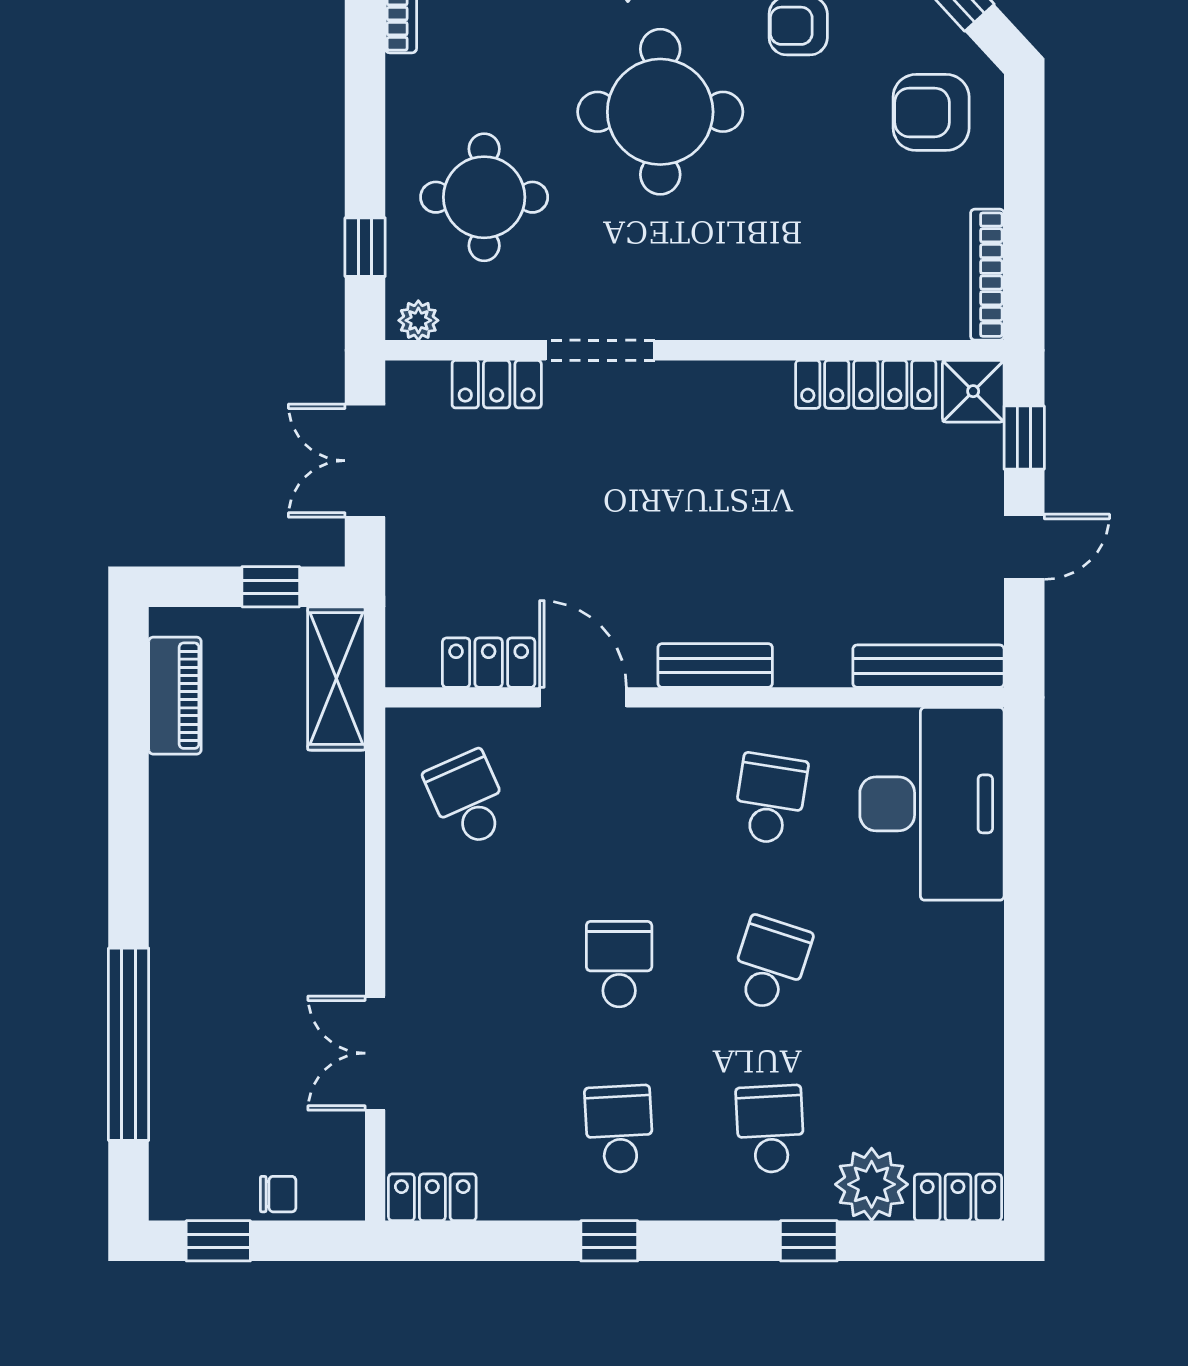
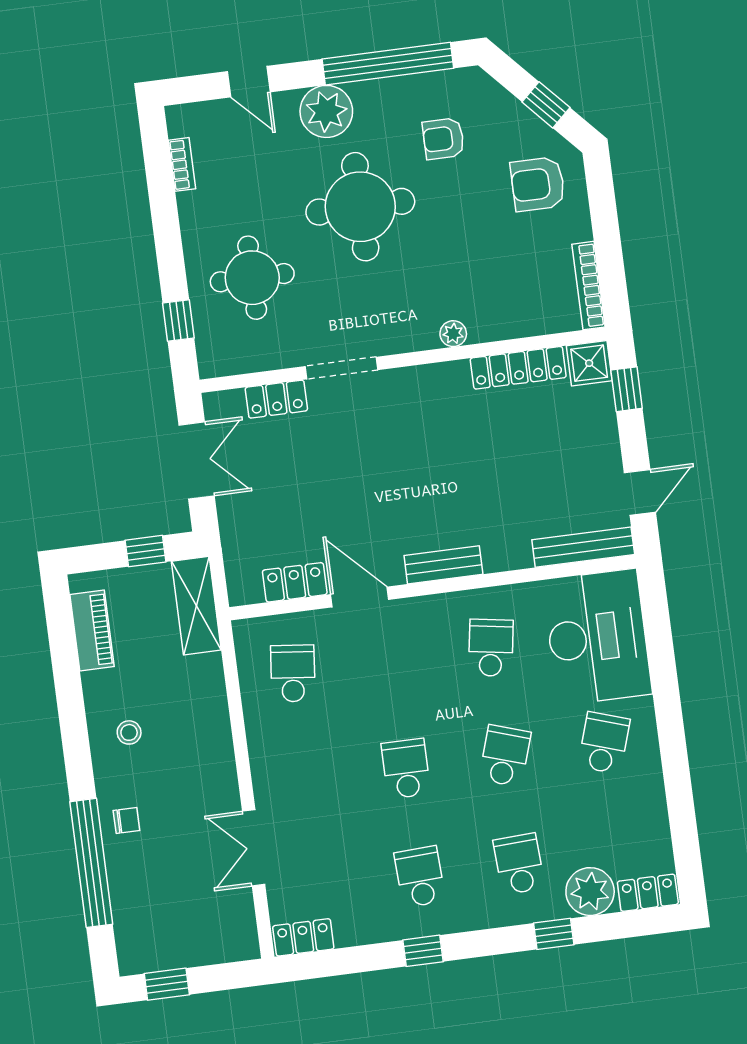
plant: (418, 320) -> (453, 334), moved
double door: (365, 461) -> (197, 460), swing flipped
door: (1024, 547) -> (640, 492), moved
school desk: (468, 799) -> (293, 673), turned 30
stool: (211, 856) -> (129, 732), added
school desk: (921, 964) -> (604, 743), added
chair: (278, 1194) -> (126, 820), moved

